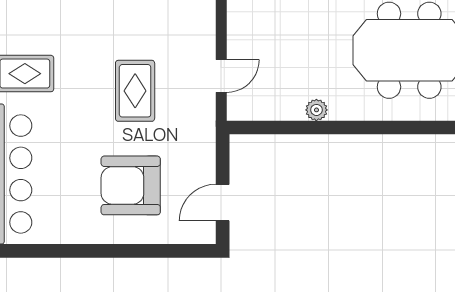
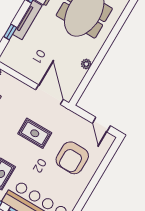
door: (221, 76) -> (49, 95), width x1.88

